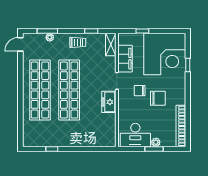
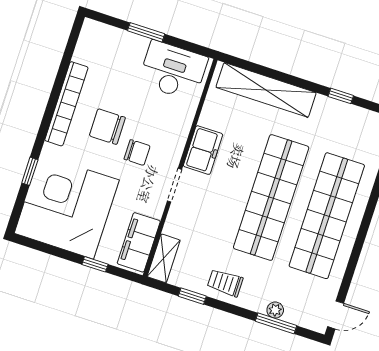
filing cabinet: (125, 59) -> (139, 242), moved
bookcase: (181, 126) -> (66, 104), moved
shelving: (88, 140) -> (266, 90), added
plant: (156, 142) -> (139, 44), removed

